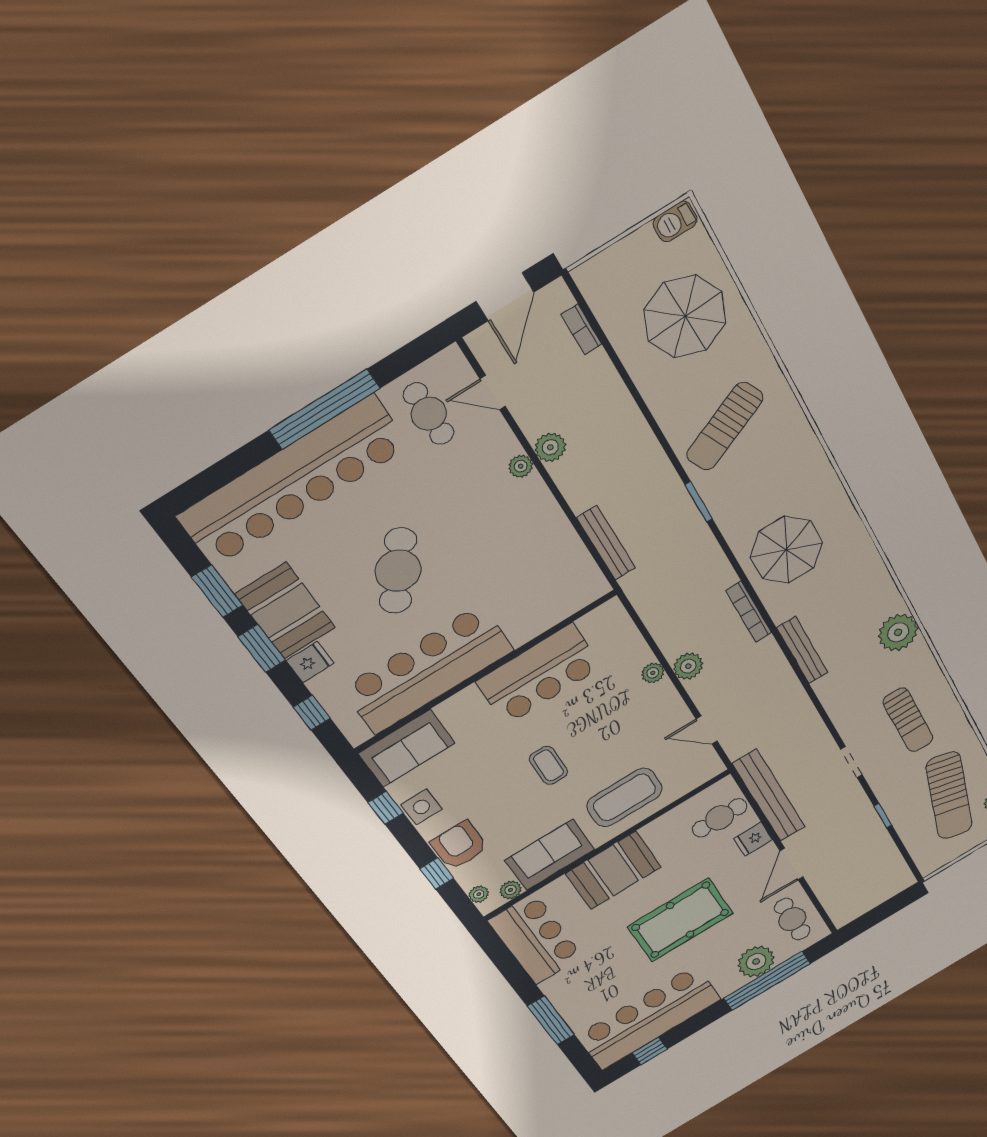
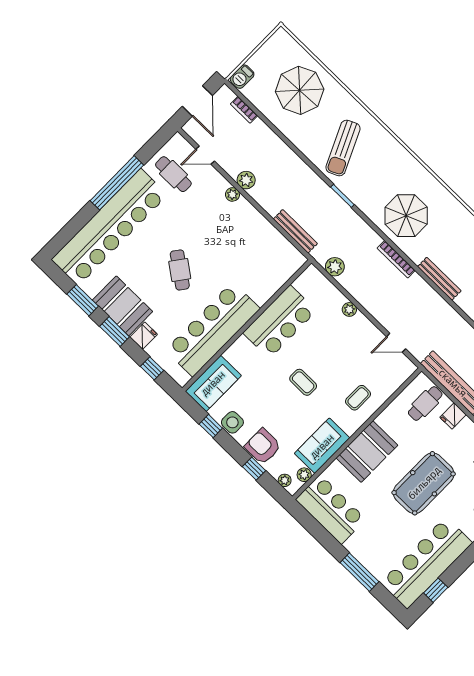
barbecue: (675, 221) -> (242, 77), moved
cafe table: (398, 571) -> (180, 270), width x0.73, depth x0.74
plant: (688, 666) -> (335, 267), moved
coffee table: (625, 797) -> (358, 398), width x0.54, depth x0.58

